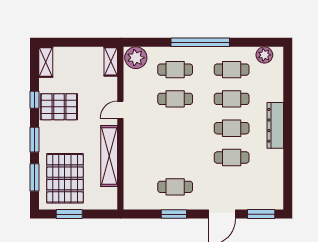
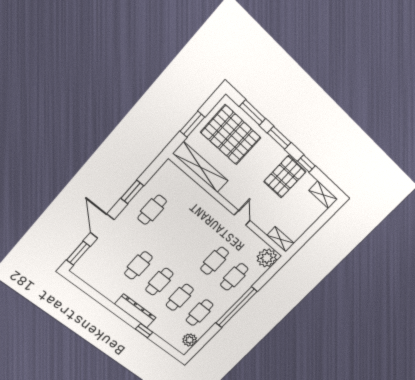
window: (288, 102) -> (144, 331), added
shelving: (109, 156) -> (200, 167), moved
window: (69, 214) -> (192, 124), moved

